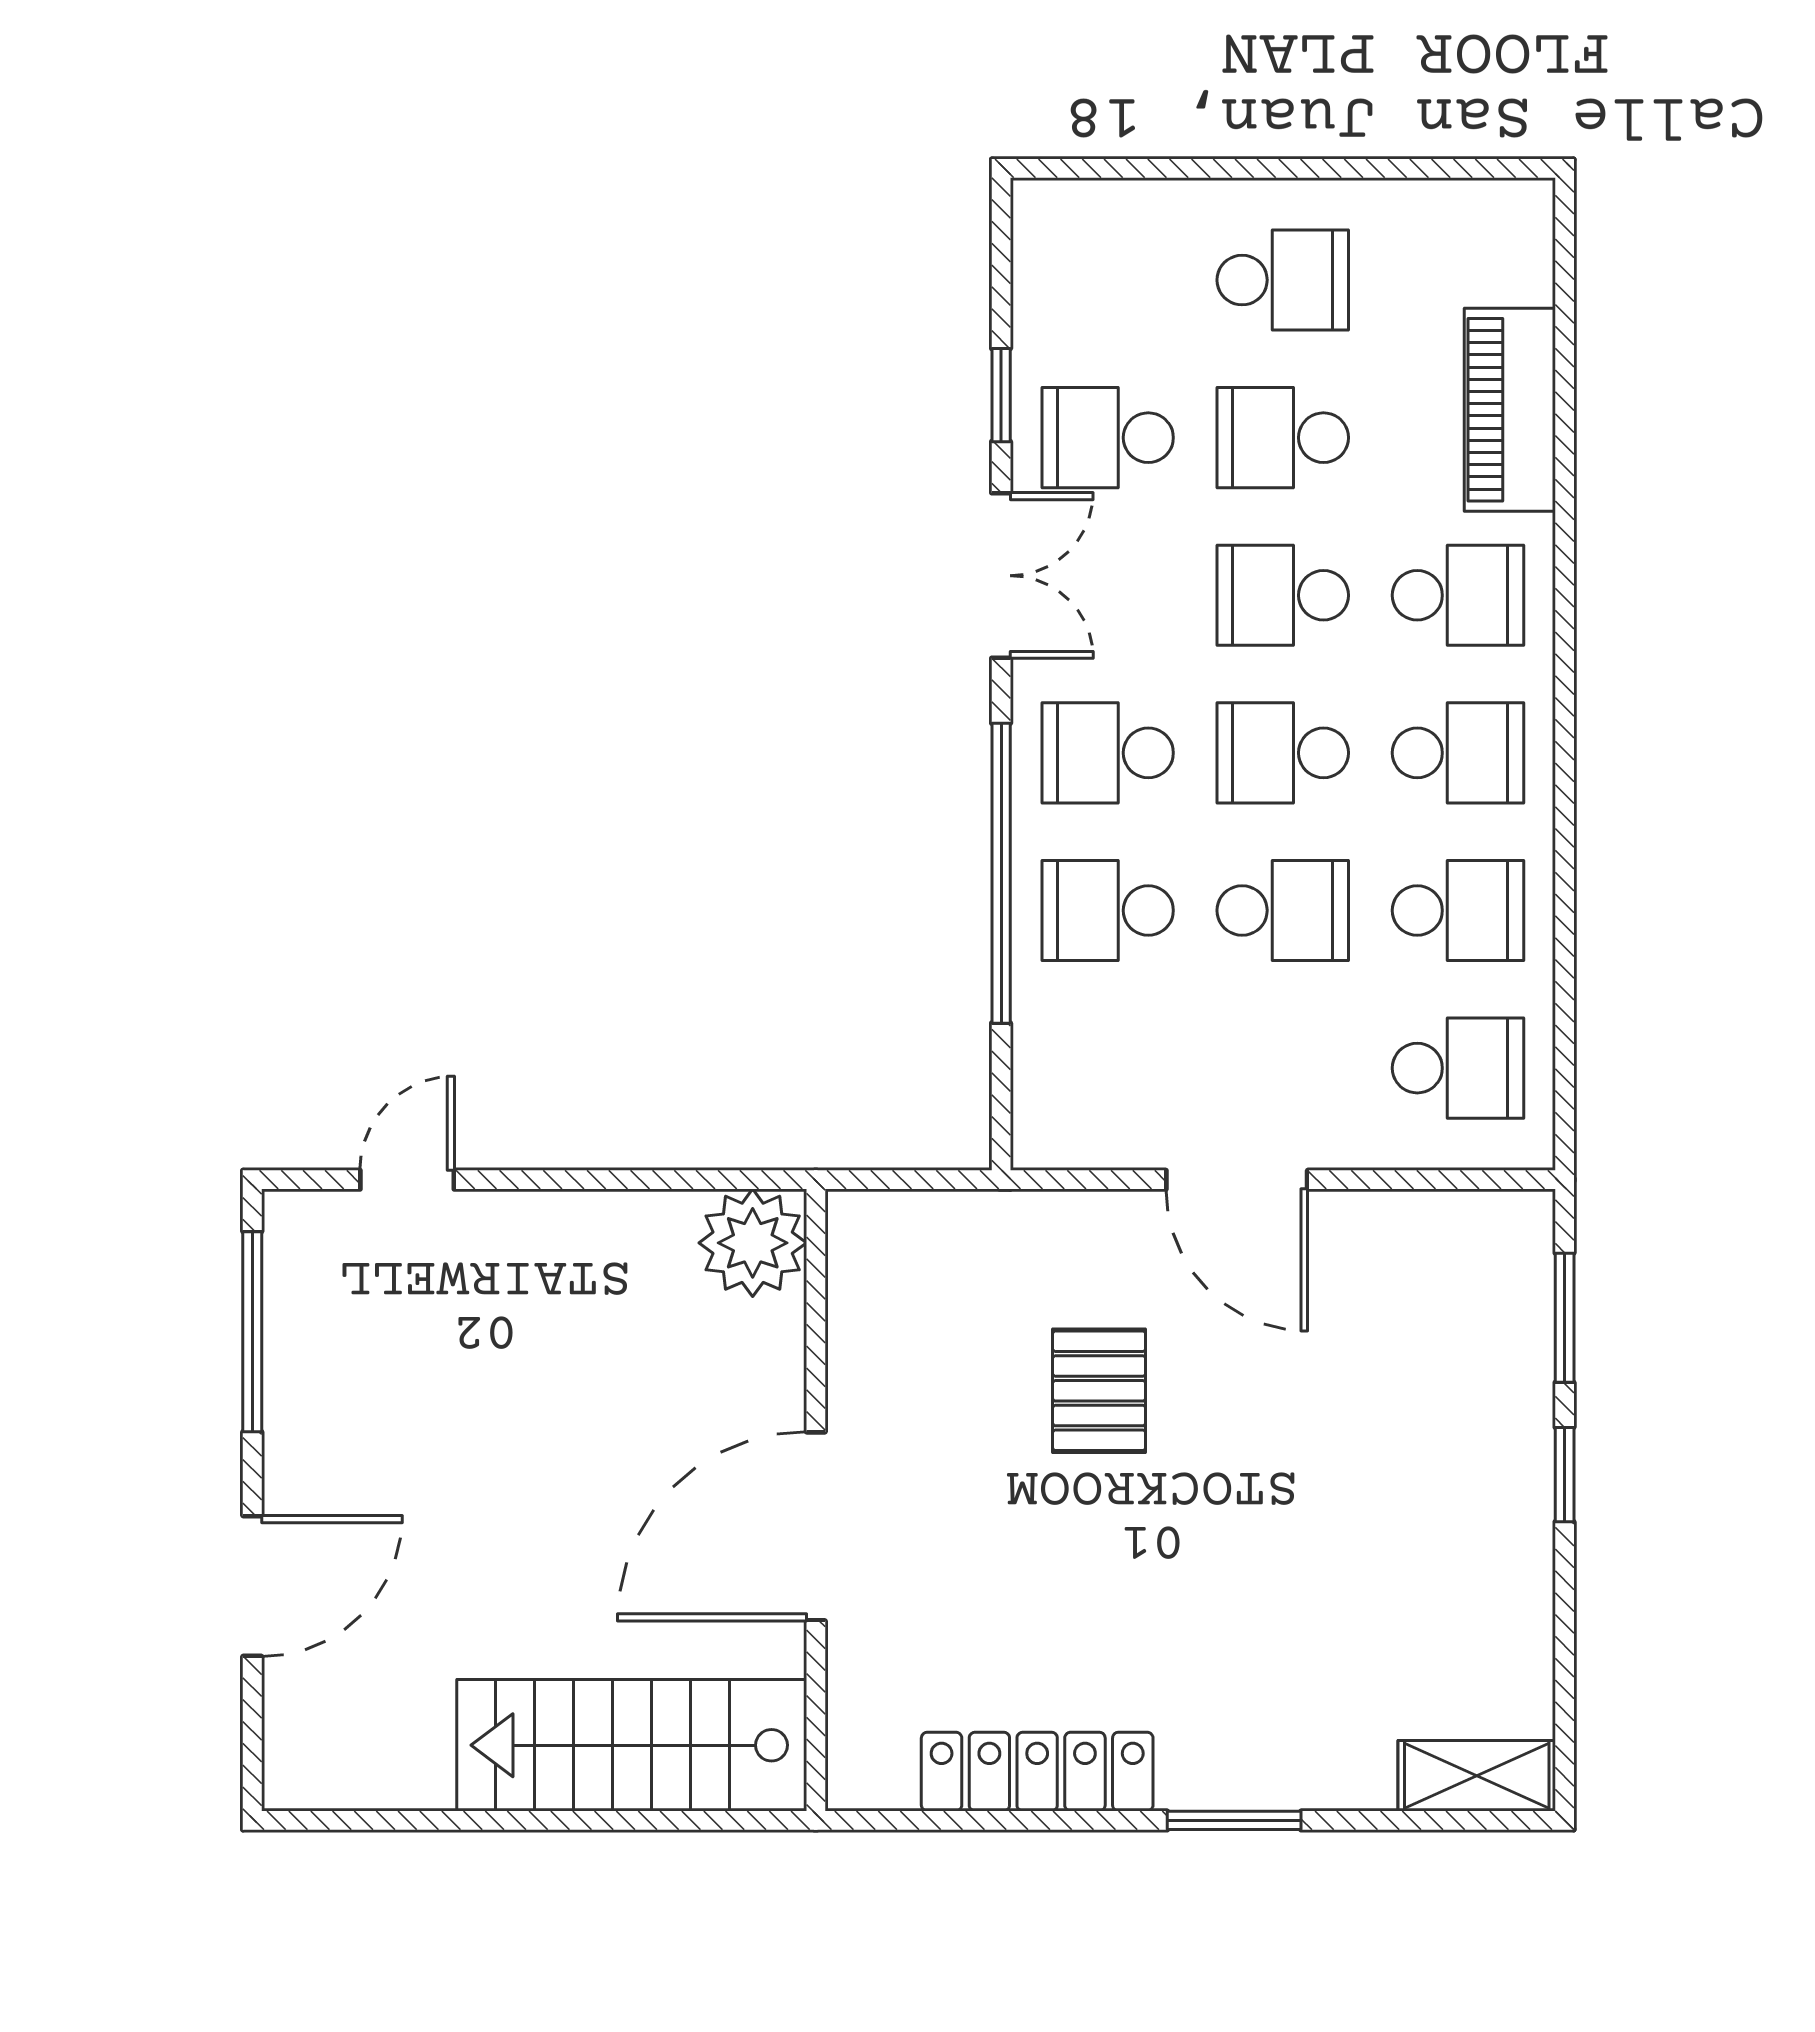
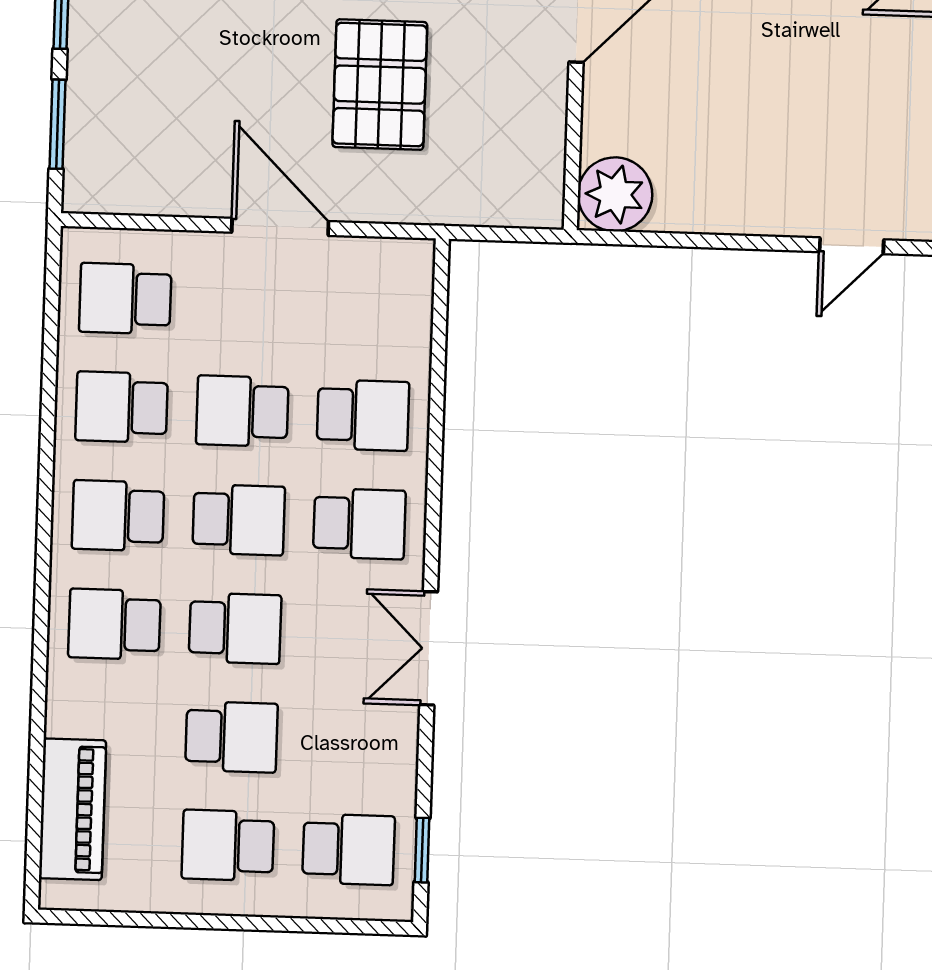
window: (1001, 395) -> (422, 850), moved
piano: (1510, 410) -> (72, 809), moved
school desk: (1108, 438) -> (349, 849), moved
window: (1001, 873) -> (436, 443), removed
pallet: (1099, 1391) -> (380, 85), width x1.50, depth x1.42

